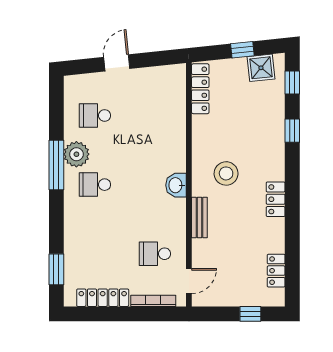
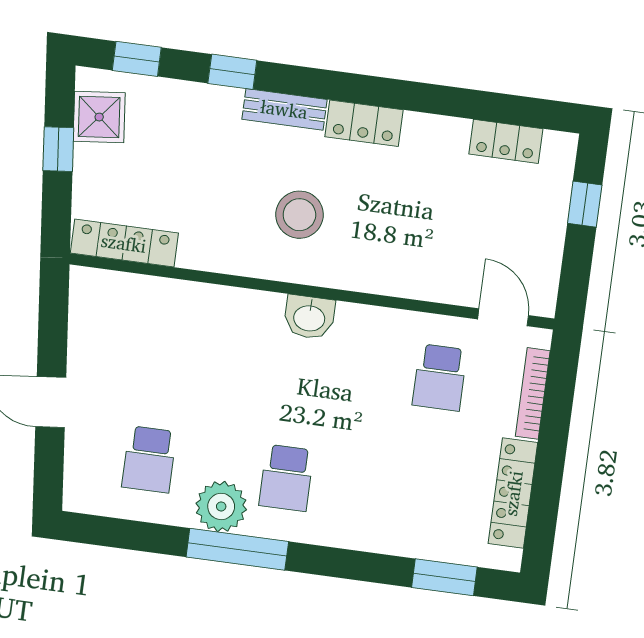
bench: (199, 217) -> (284, 109), moved

